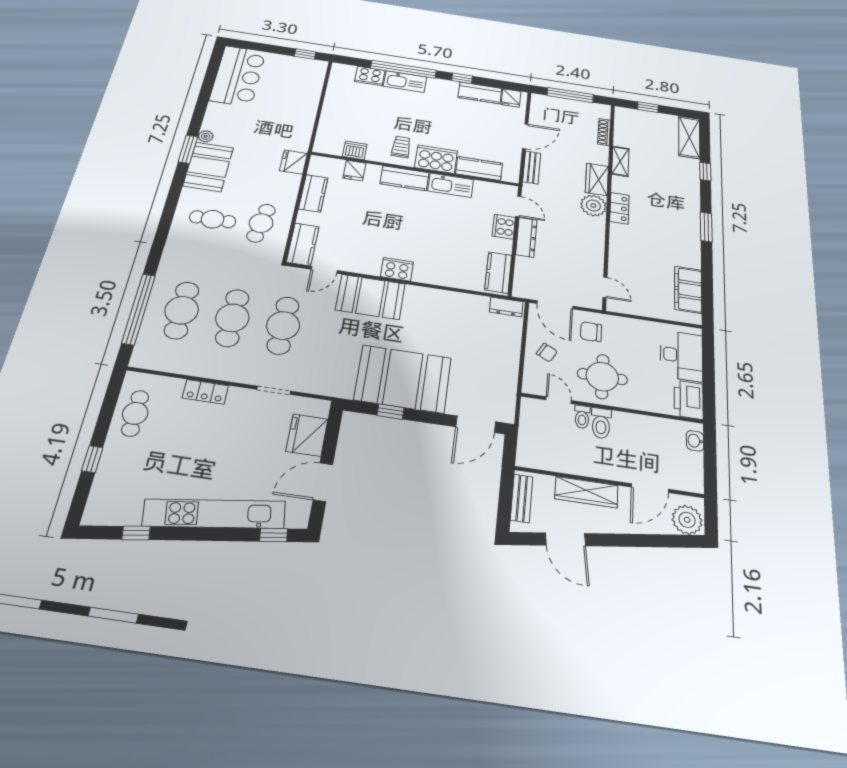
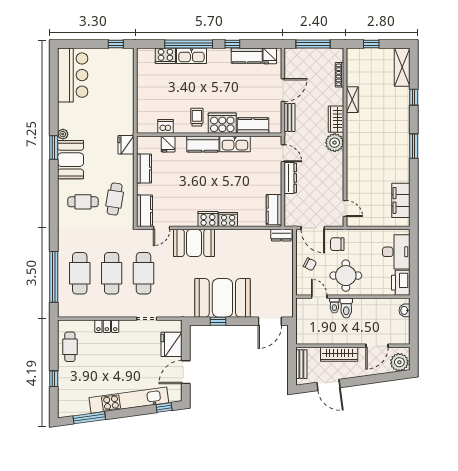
locker: (619, 208) -> (353, 142), removed
cooker: (504, 227) -> (228, 220), moved, turned 90
window: (136, 533) -> (89, 418), width x2.17

